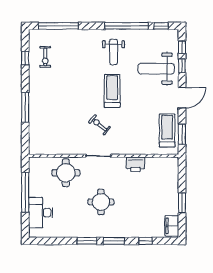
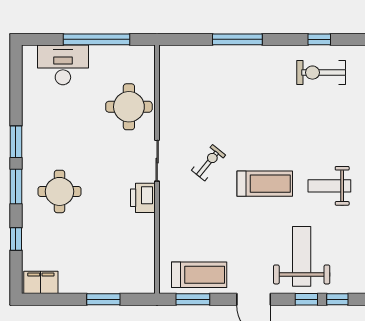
exercise bike: (45, 57) -> (321, 73), width x1.38, depth x1.39
printer: (136, 164) -> (143, 198), moved
round table: (101, 202) -> (60, 191), moved
window: (182, 203) -> (103, 299), moved

